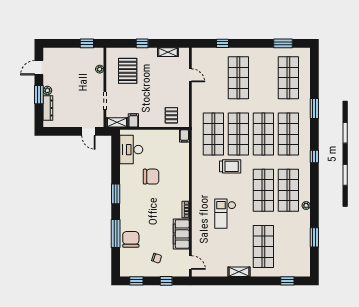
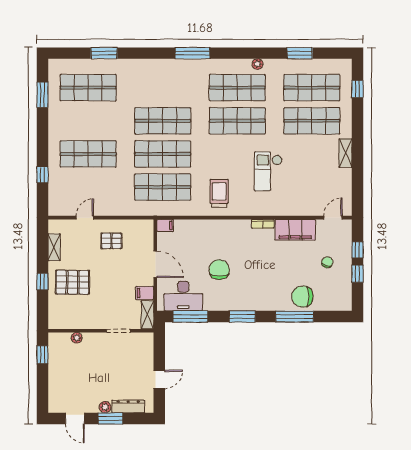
pallet: (128, 71) -> (73, 282), moved
window: (314, 108) -> (104, 53), moved
pallet: (171, 115) -> (111, 241), moved
door: (155, 128) -> (155, 264), added
door: (88, 131) -> (159, 379), moved
shop shelf: (288, 134) -> (312, 88), moved
window: (116, 155) -> (191, 317), added
window: (314, 156) -> (192, 53), width x2.17
trolley: (230, 166) -> (219, 193), moved
checkout: (225, 214) -> (268, 171), turned 90
window: (136, 281) -> (357, 274), moved

